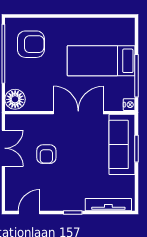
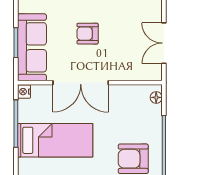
floor lamp: (15, 99) -> (156, 97), width x0.53, depth x0.53
armchair: (46, 154) -> (88, 34), moved, turned -90

